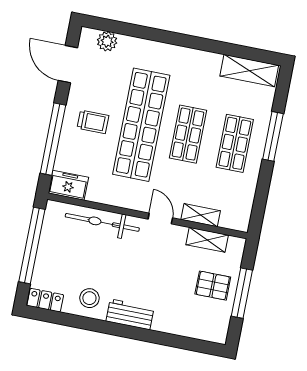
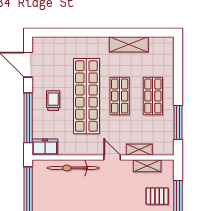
plant: (107, 41) -> (52, 44), removed
shelving: (249, 71) -> (129, 44), moved
trolley: (93, 122) -> (53, 101), turned -90
window: (273, 136) -> (178, 122), moved

